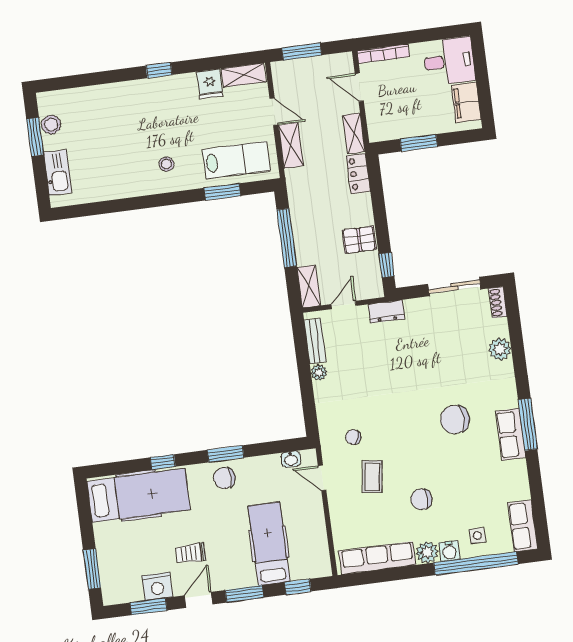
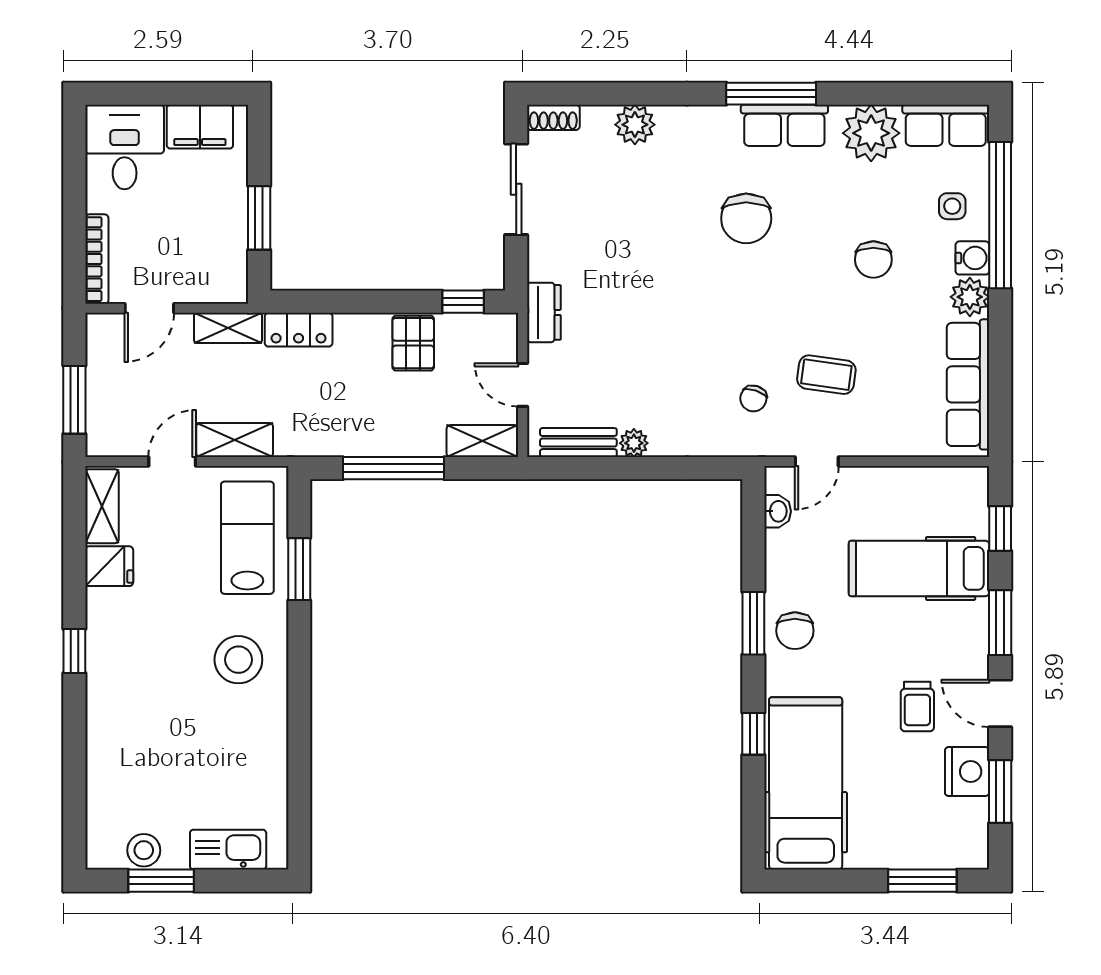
stool: (166, 164) -> (238, 660), width x1.89, depth x1.89
plant: (513, 484) -> (871, 133), added
chair: (421, 499) -> (873, 259), moved

